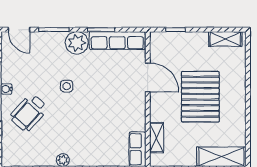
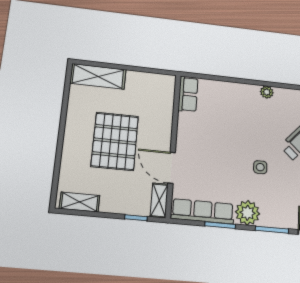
shelving: (157, 138) -> (159, 200), moved

